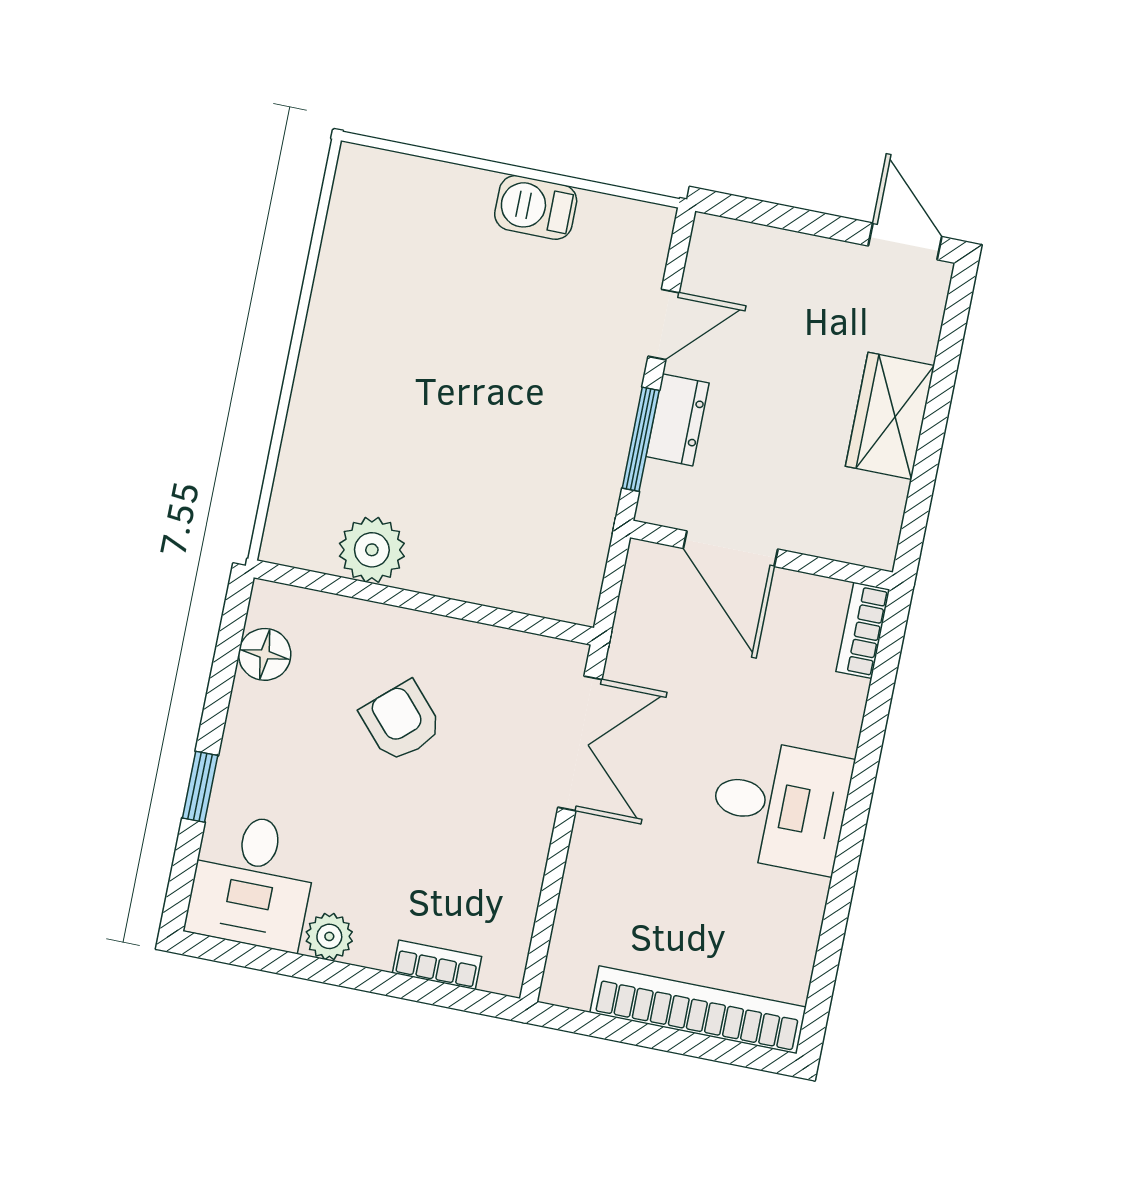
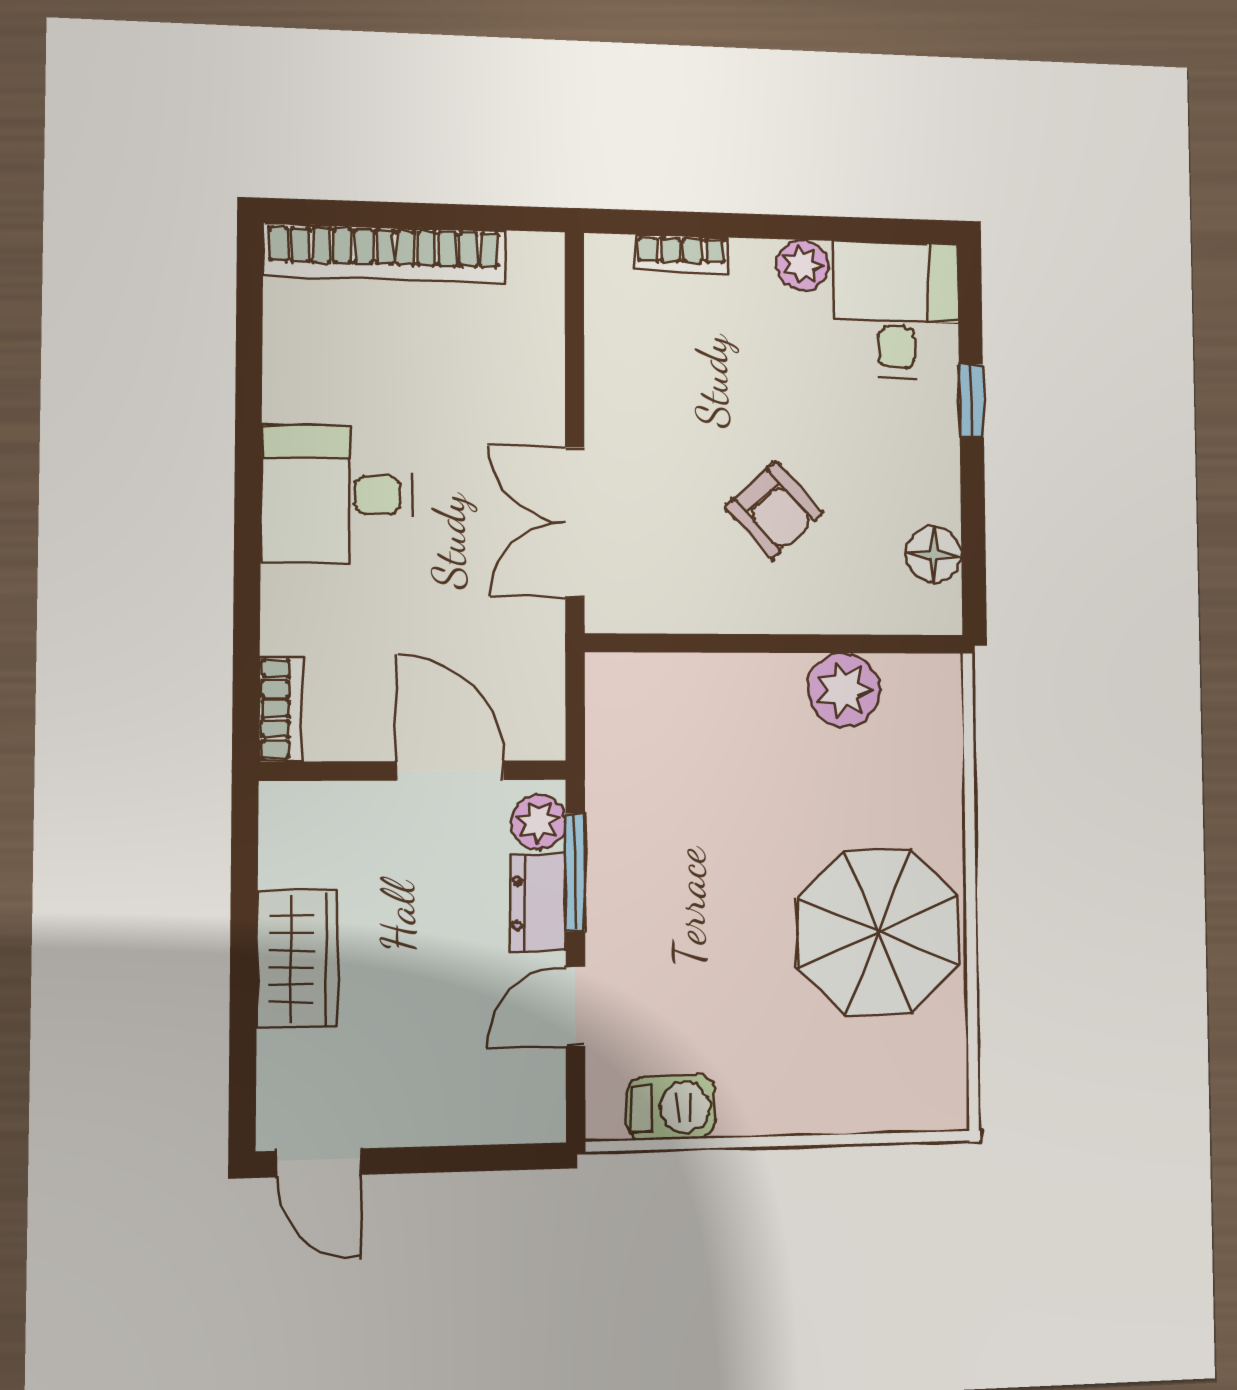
barbecue: (536, 207) -> (671, 1107), moved
parasol: (386, 331) -> (878, 932), added
plant: (664, 489) -> (539, 822), added

